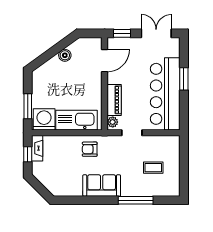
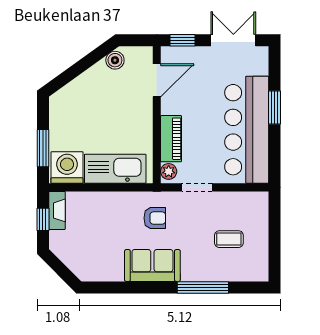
boiler: (65, 55) -> (115, 60), moved
armchair: (90, 149) -> (155, 218), moved, turned 180

